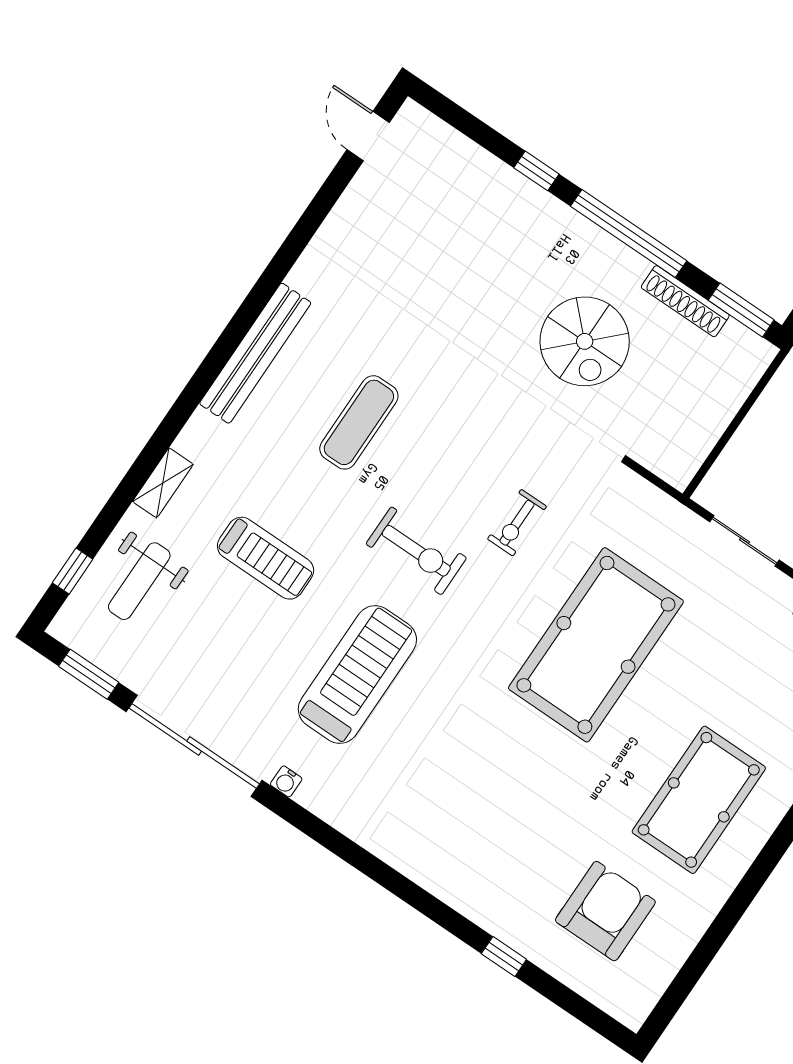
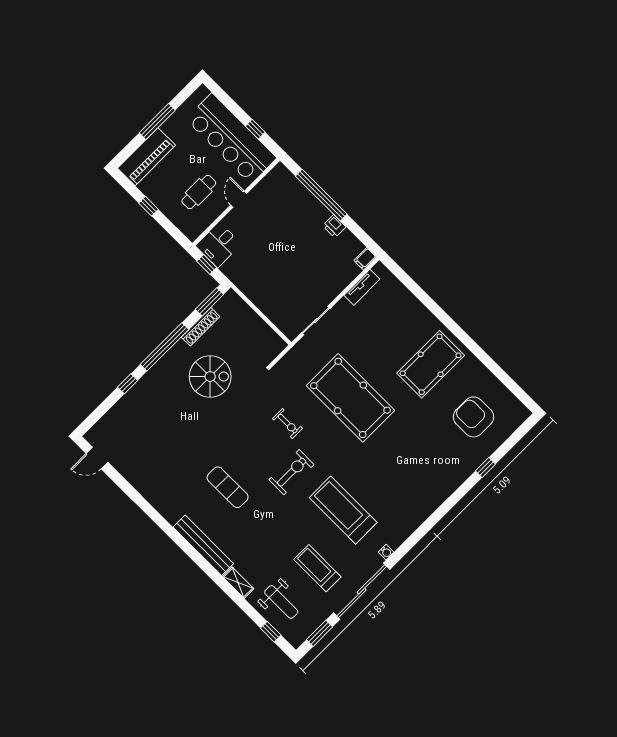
bench: (255, 353) -> (203, 545), moved
treadmill: (266, 558) -> (317, 568), moved, turned -90
pool table: (699, 800) -> (431, 364), turned 90

